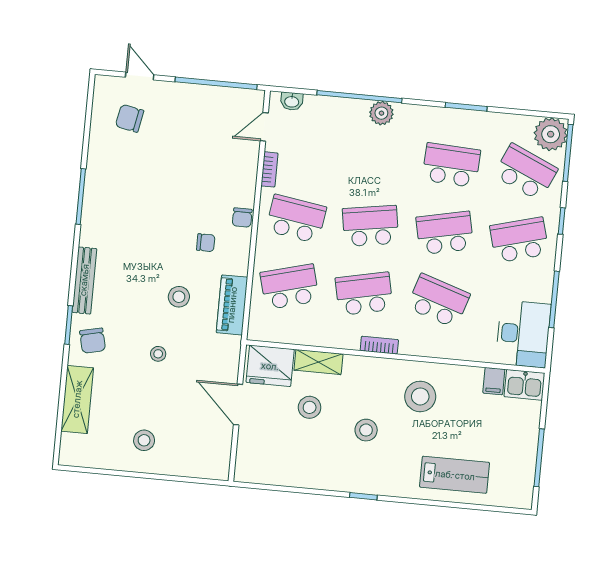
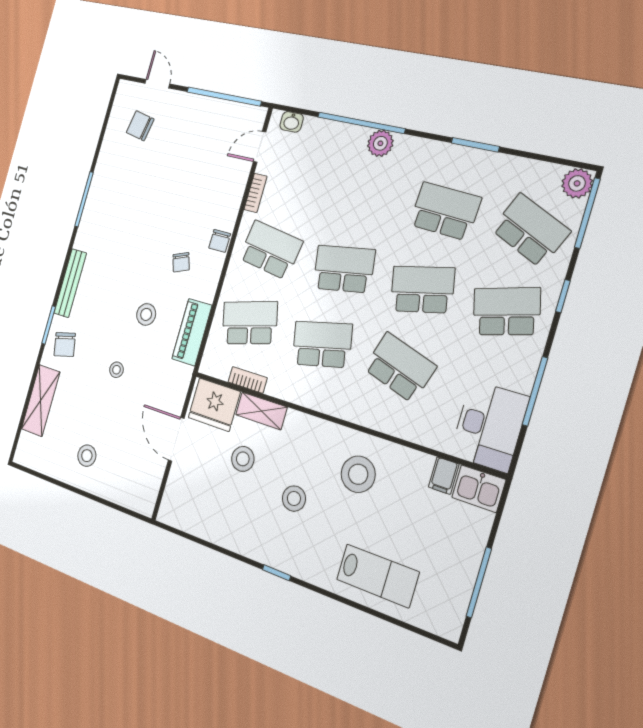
plant: (551, 134) -> (577, 183), width x0.73, depth x0.73
chair: (206, 243) -> (181, 262), turned 70
bookcase: (379, 345) -> (248, 380), moved

